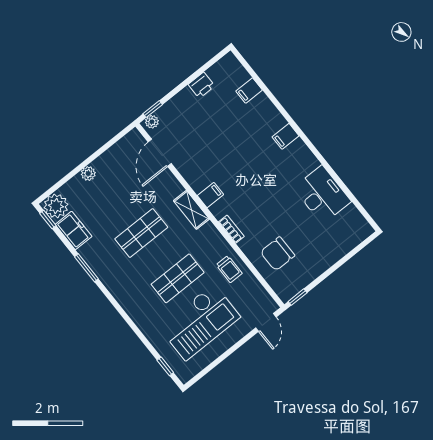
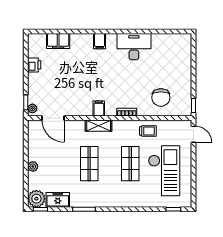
filing cabinet: (249, 91) -> (58, 41), width x2.00
desk: (322, 195) -> (134, 47), moved

